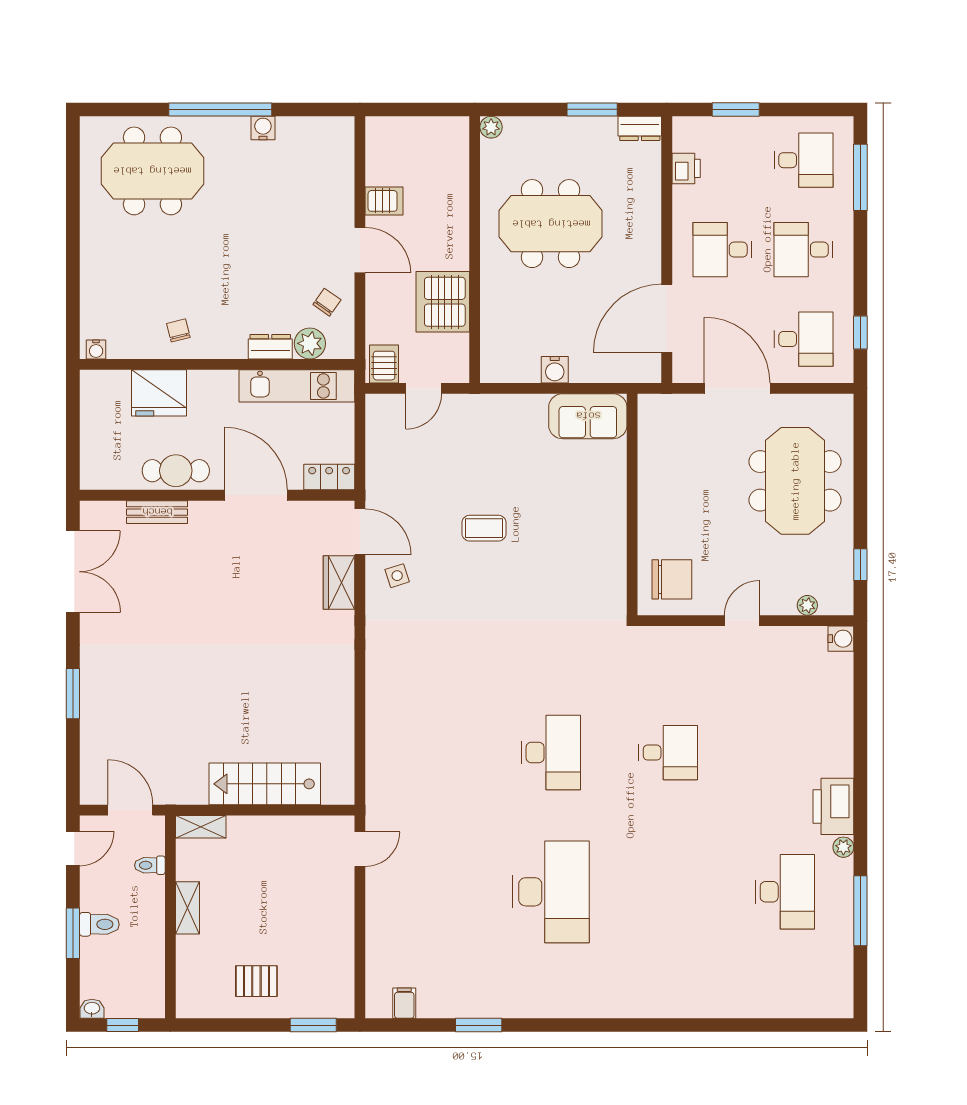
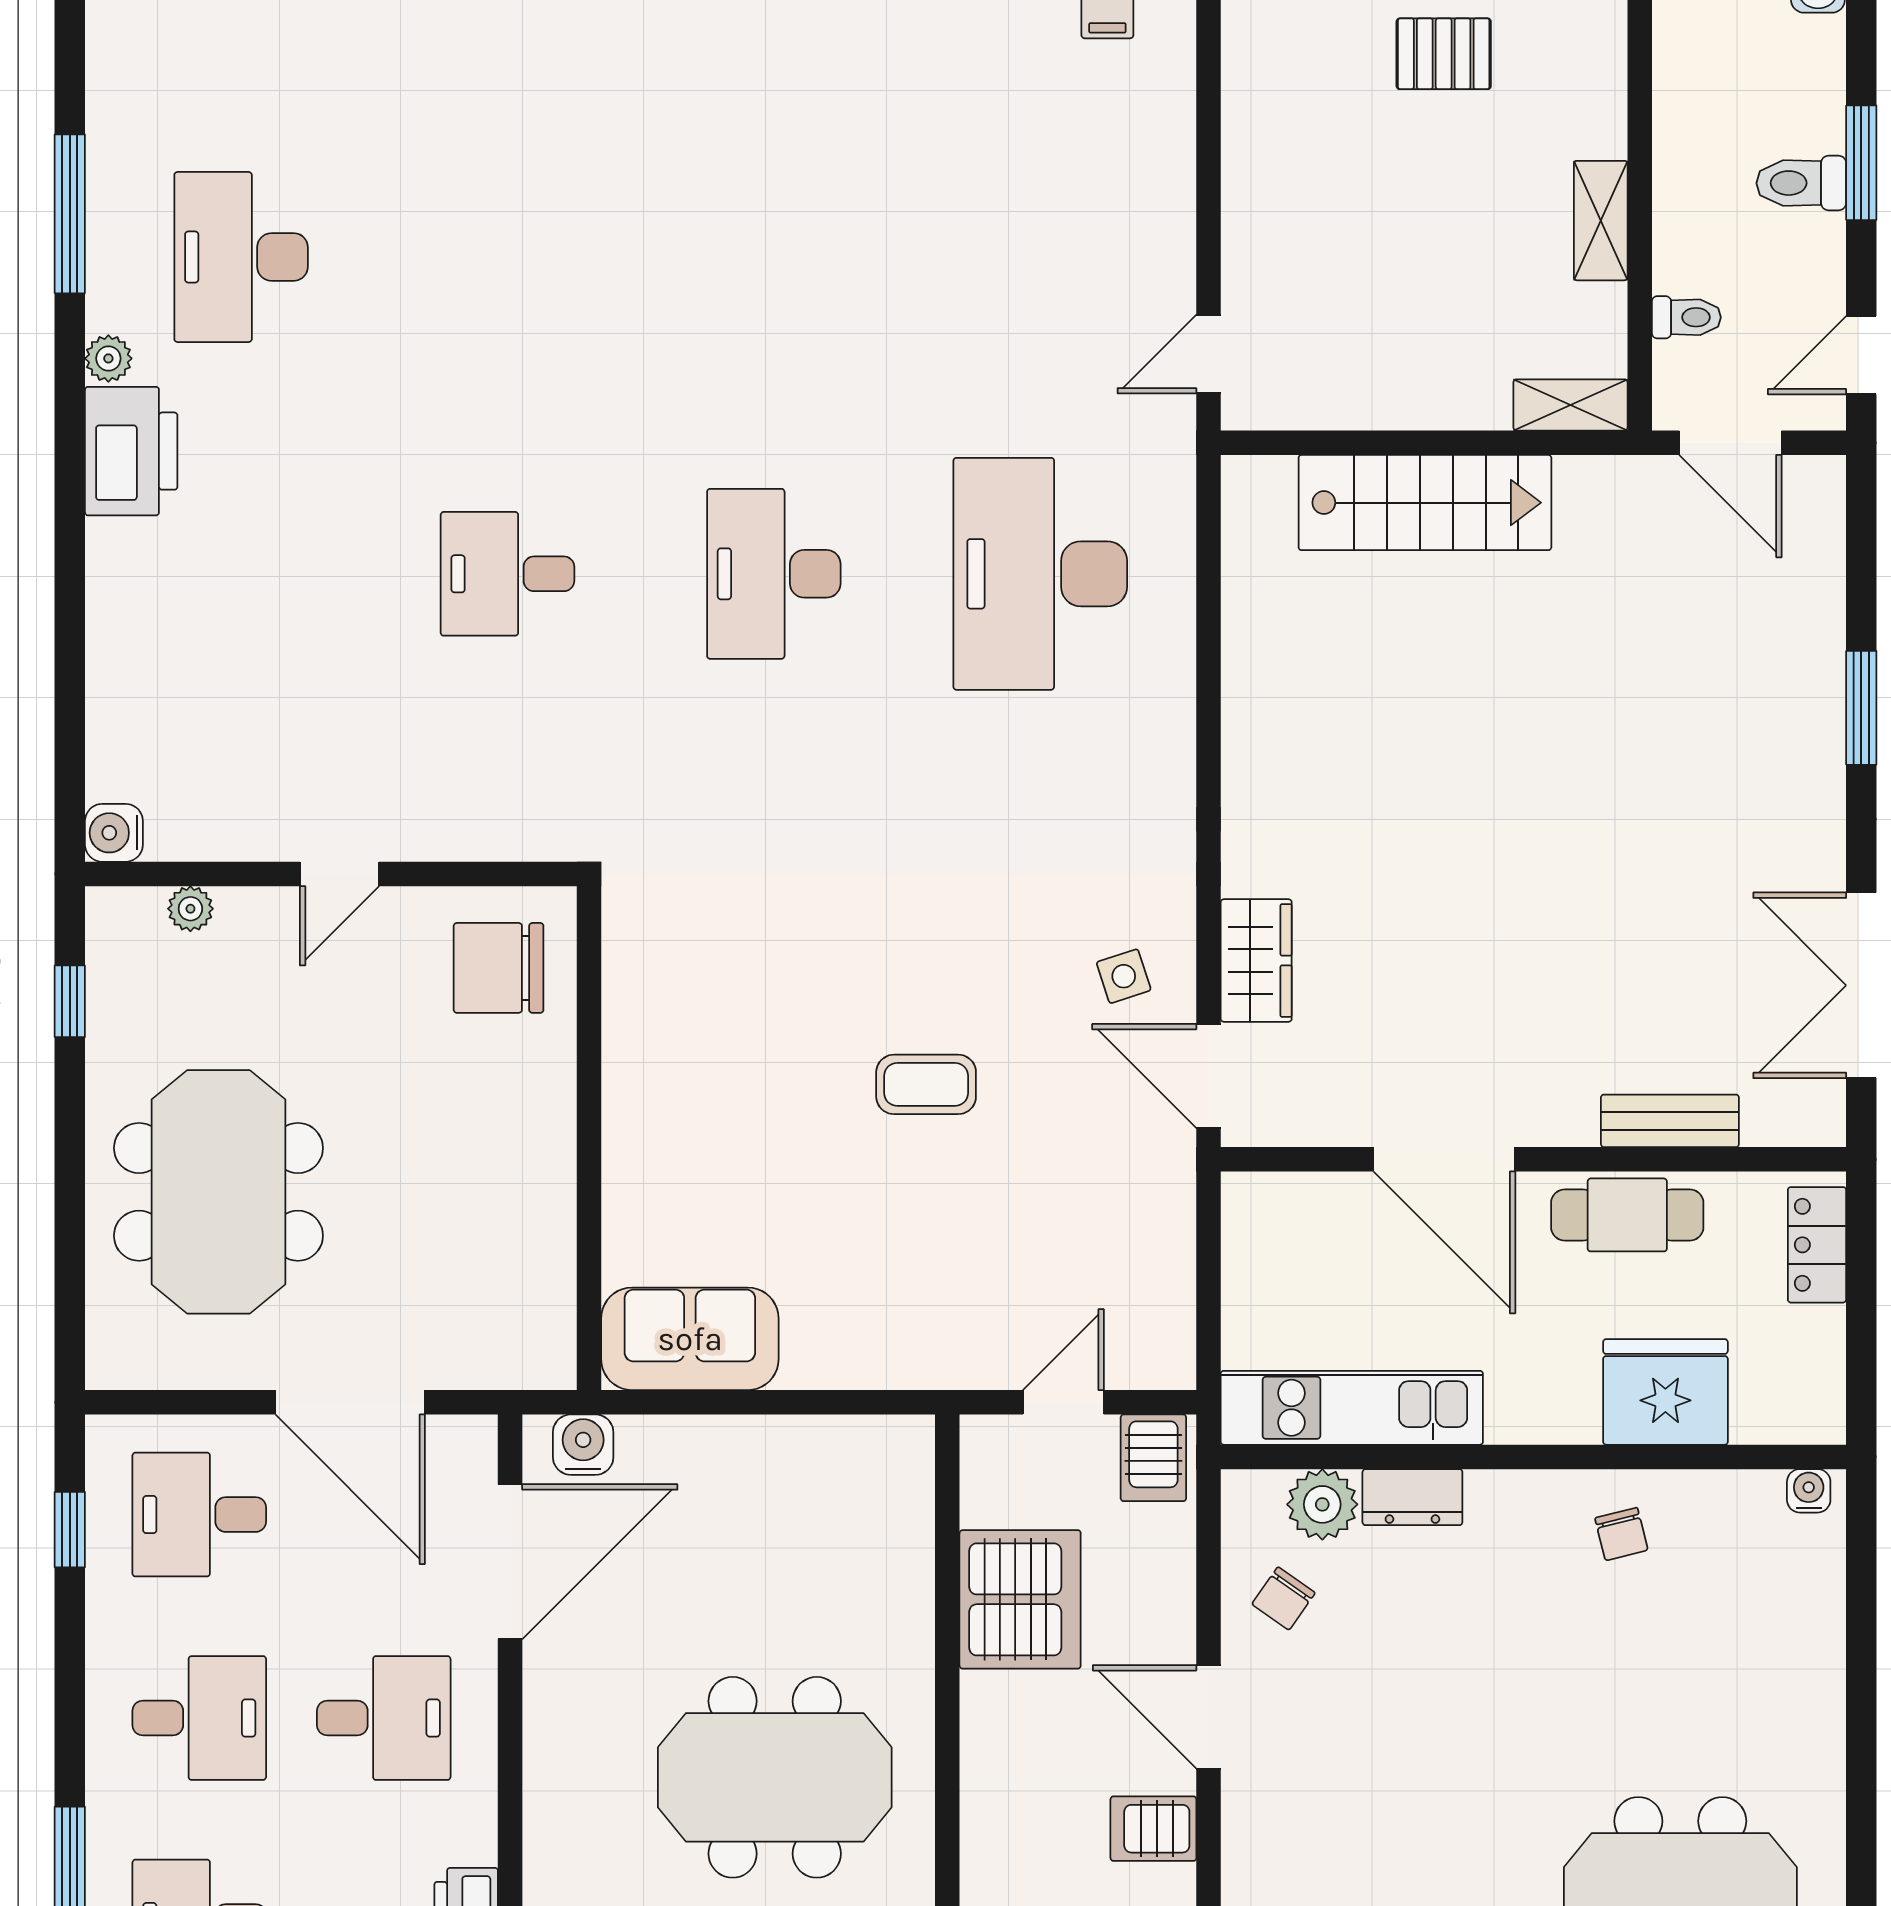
water cooler: (555, 370) -> (583, 1445), moved
locker: (329, 477) -> (1817, 1245), moved, turned 90
desk: (551, 892) -> (1040, 574), moved

